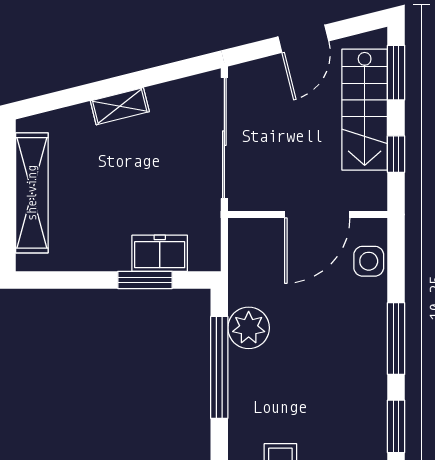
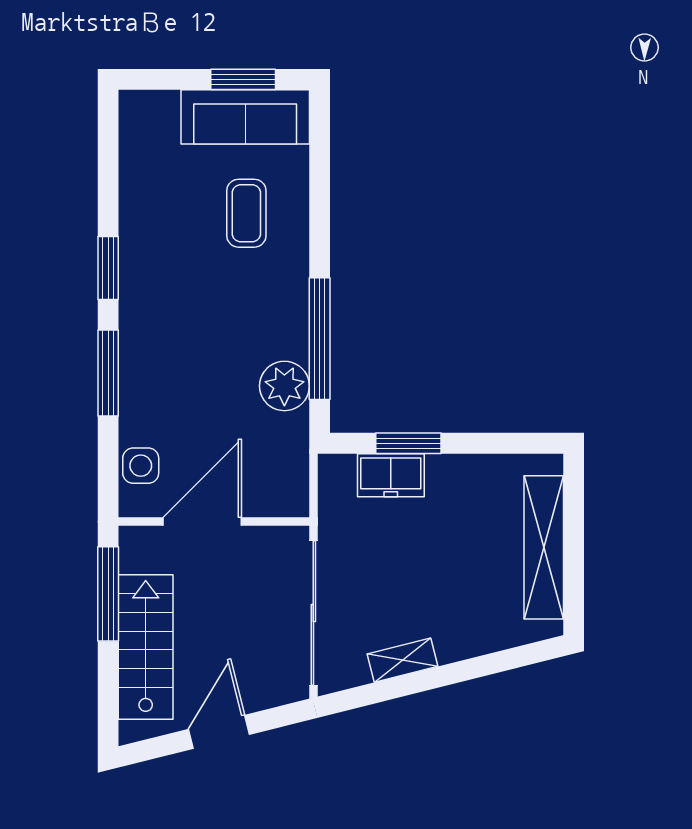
window: (396, 73) -> (108, 691), removed
shelving: (120, 106) -> (402, 660), moved
window: (396, 154) -> (108, 594), width x2.17

